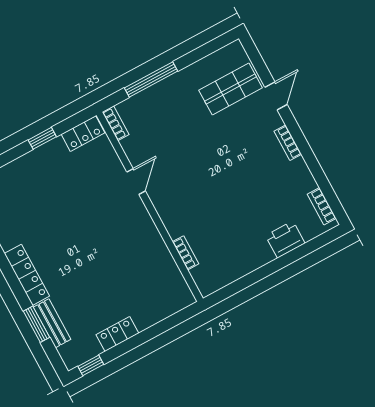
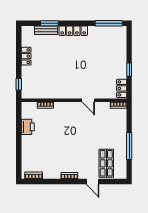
window: (151, 80) -> (129, 146), moved
printer: (285, 239) -> (28, 127), moved
window: (91, 365) -> (19, 84), moved

